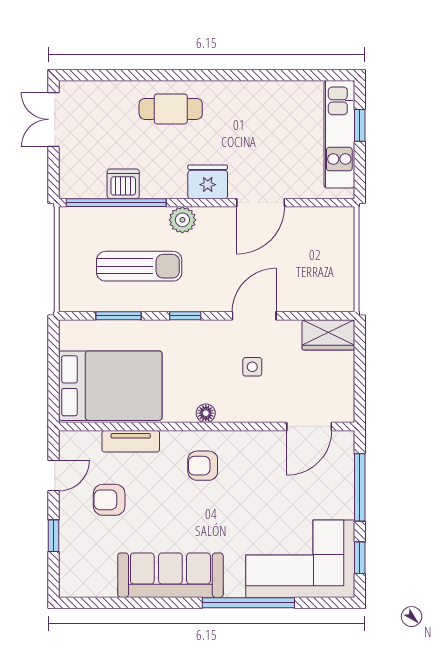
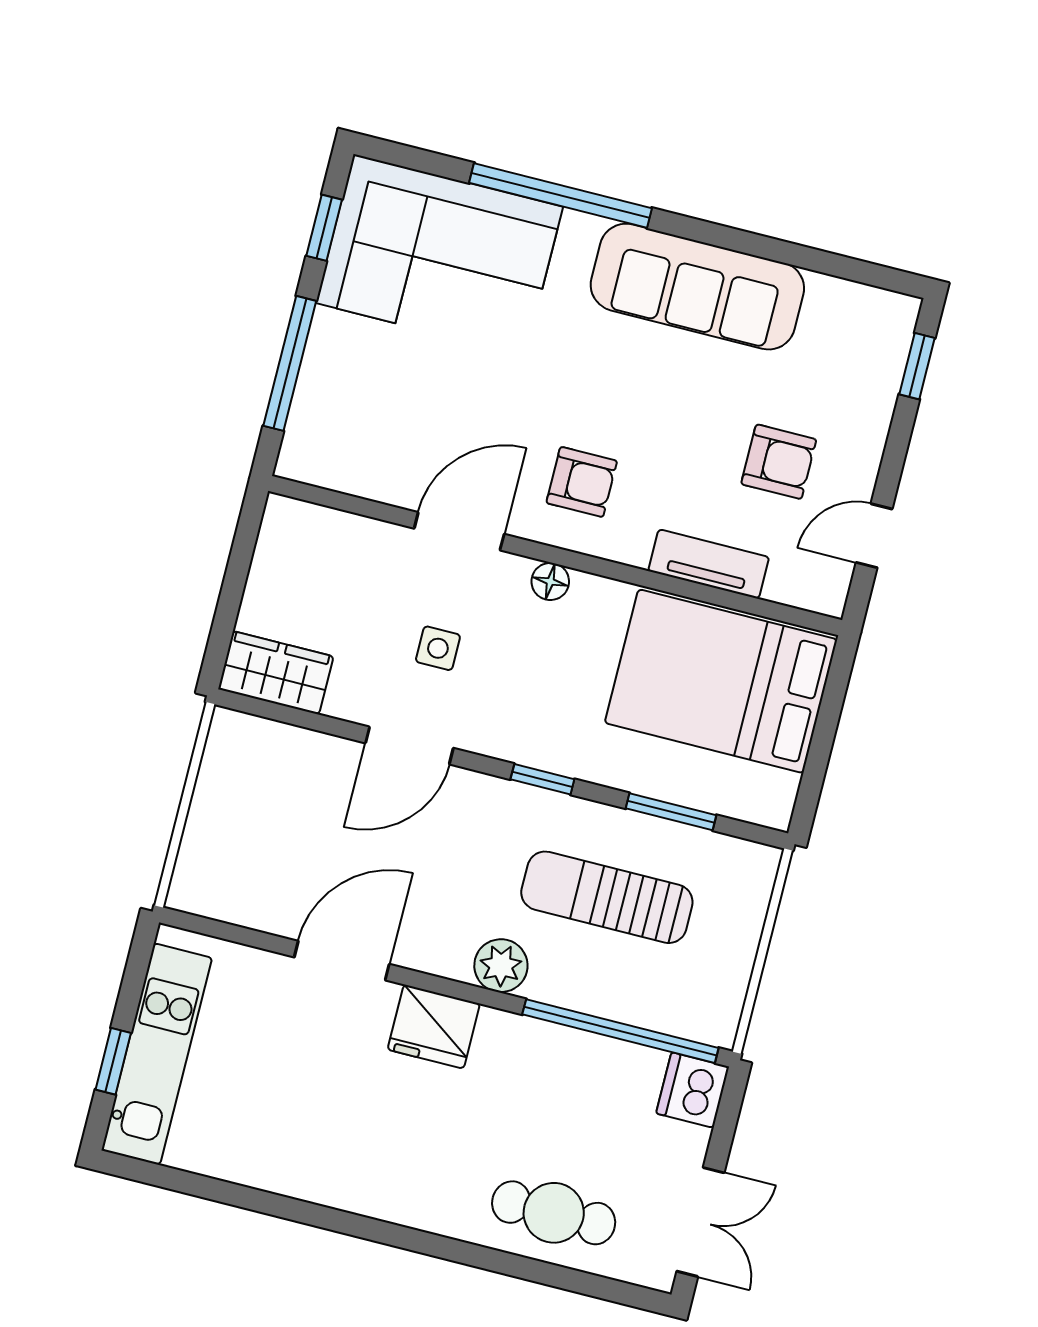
cafe table: (171, 109) -> (554, 1213), moved
dishwasher: (123, 184) -> (693, 1090), moved, turned 90
door: (309, 426) -> (459, 531), moved
window: (54, 536) -> (917, 366), moved

